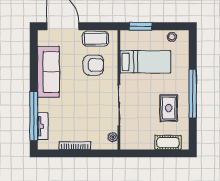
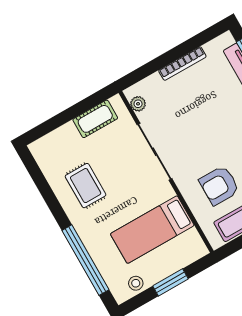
window: (141, 26) -> (171, 282), moved
window: (193, 94) -> (85, 260), moved
cot: (168, 142) -> (95, 119), moved

